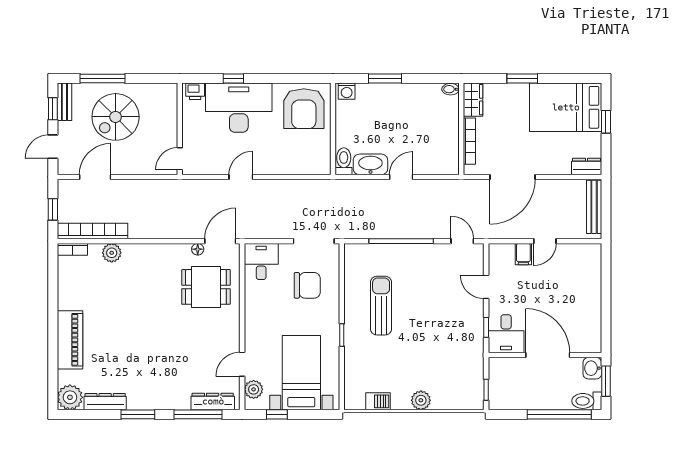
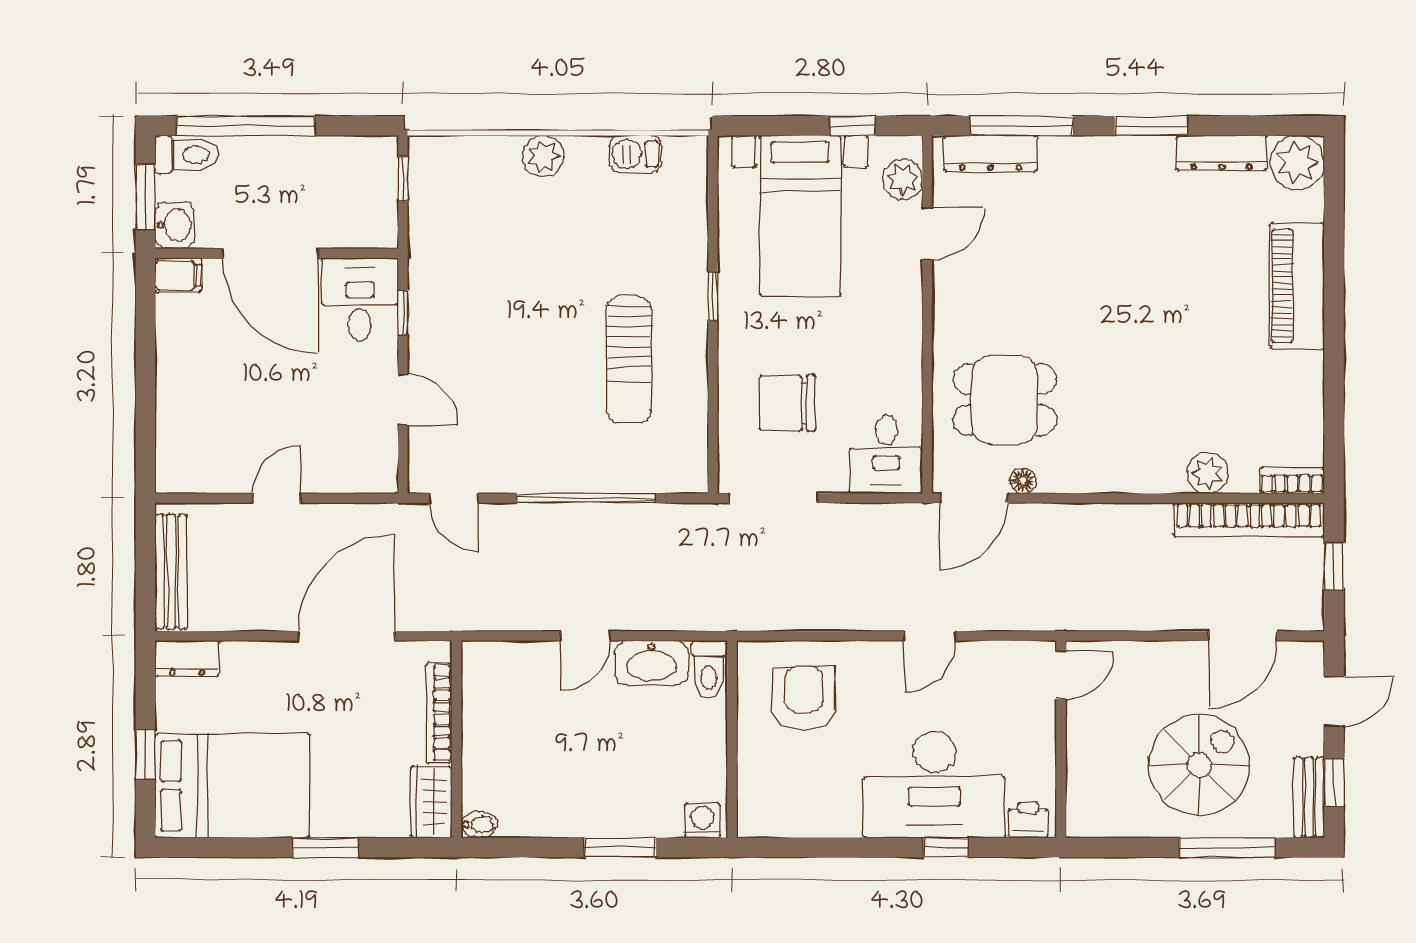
armchair: (304, 109) -> (804, 698), moved, width x0.73, depth x0.73
filing cabinet: (523, 254) -> (178, 275), moved, turned 90

